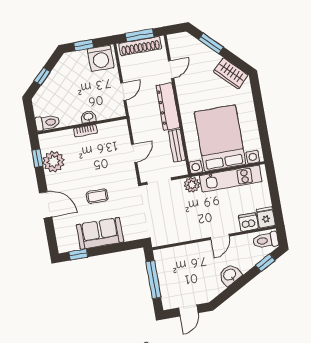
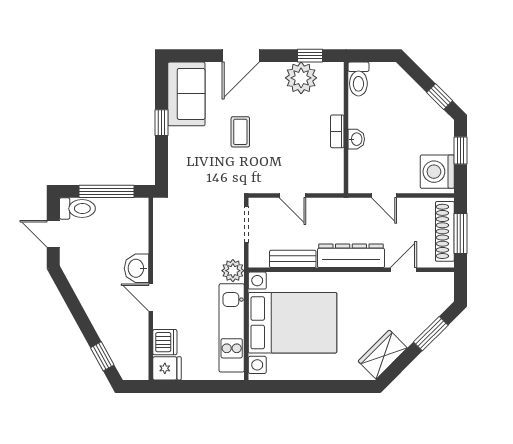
door: (171, 69) -> (403, 270), swing flipped
window: (42, 76) -> (440, 97), moved
sofa: (100, 233) -> (186, 94), moved
toilet: (266, 240) -> (77, 209), moved, turned 90
window: (78, 254) -> (161, 123), moved
washbasin: (230, 275) -> (137, 268), moved, turned -151

